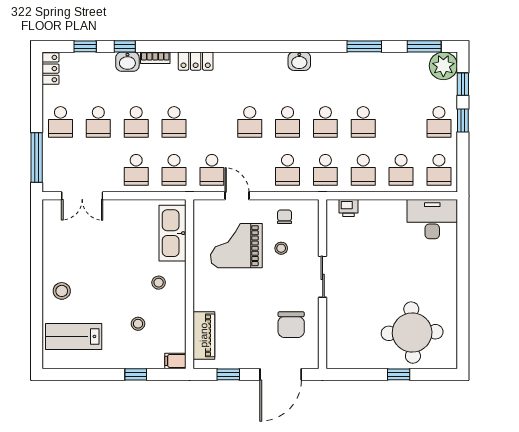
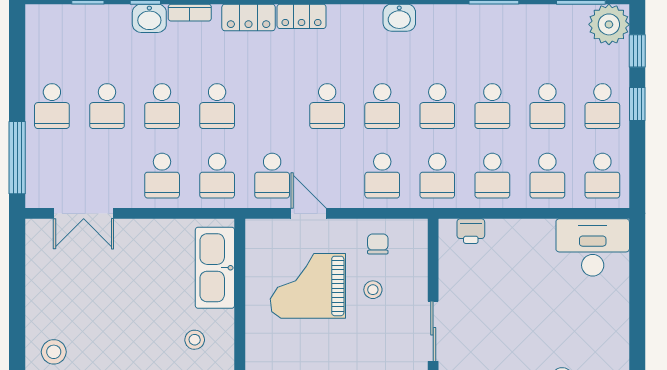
locker: (50, 69) -> (302, 16), moved, turned 90
school desk: (401, 122) -> (547, 106), added

